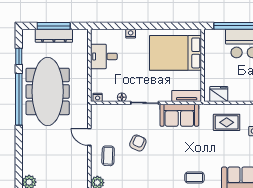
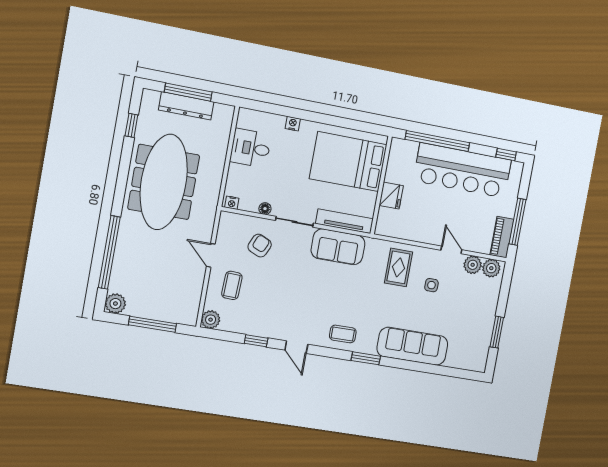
fridge: (219, 94) -> (391, 196), moved, turned 90
tv unit: (187, 96) -> (344, 221), width x1.41
window: (19, 99) -> (109, 252), moved
rug: (227, 122) -> (398, 267), turned 90
armchair: (138, 143) -> (260, 246), moved

